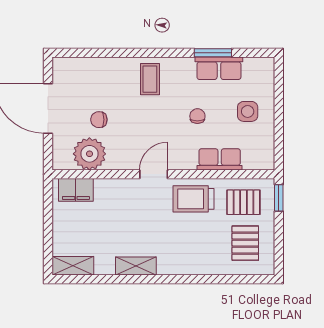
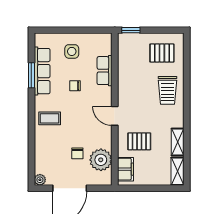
plant: (60, 65) -> (40, 180), added
row of seats: (219, 68) -> (42, 71), width x1.48
trolley: (193, 199) -> (168, 90), moved
pallet: (243, 202) -> (139, 141), moved, turned 90
shelving: (136, 266) -> (178, 142), moved

